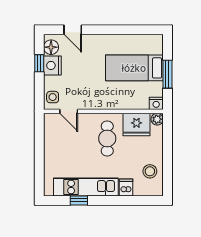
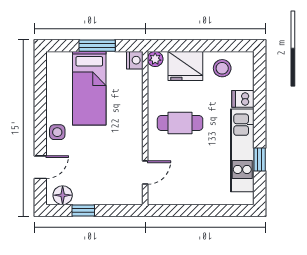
nightstand: (52, 65) -> (86, 194), removed
side table: (53, 97) -> (57, 132), moved
fridge: (136, 125) -> (185, 66), moved, turned 90

